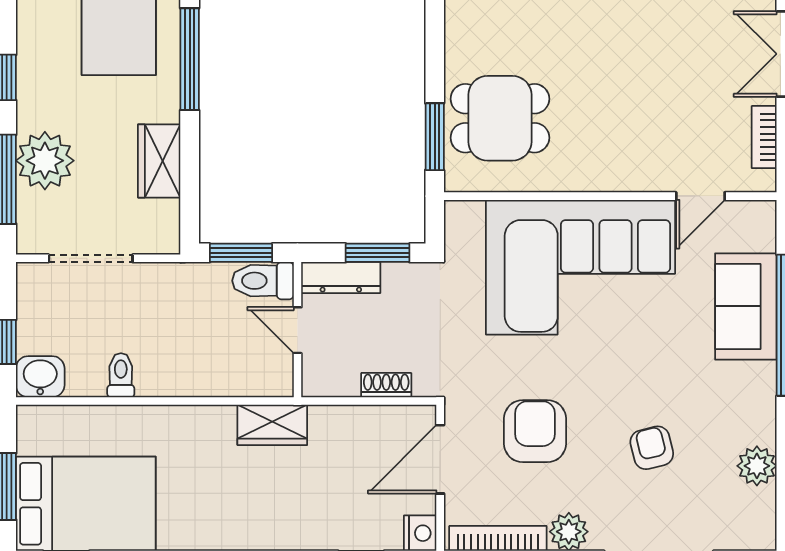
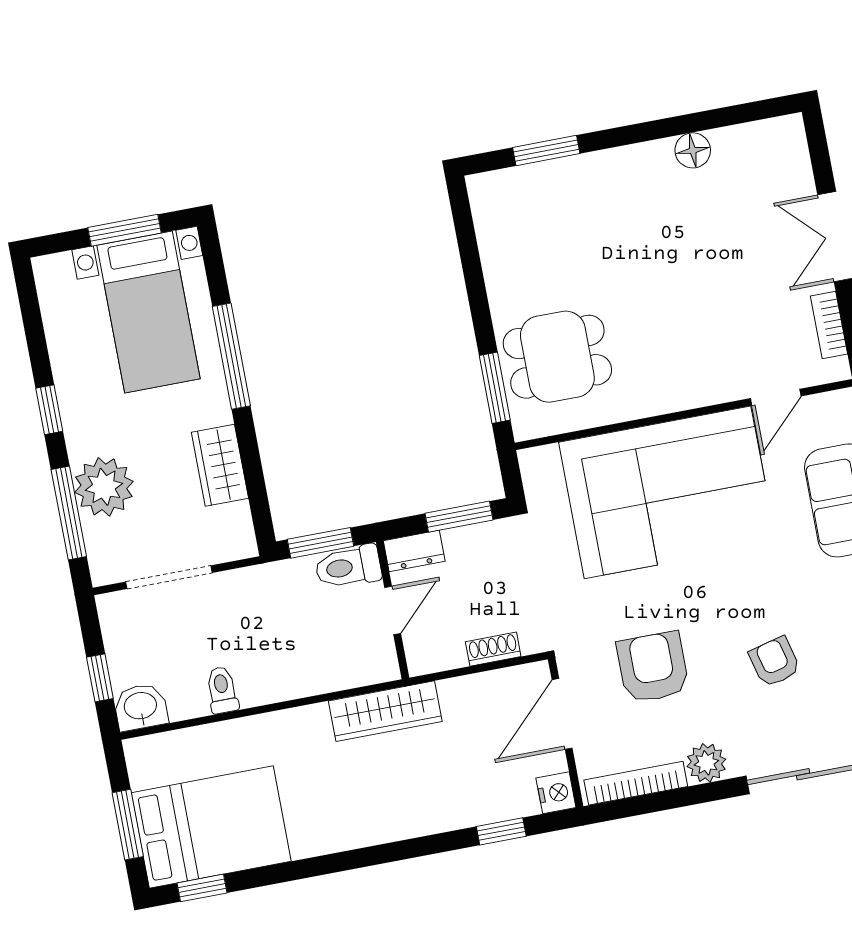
dresser: (341, 278) -> (414, 551), width x0.70
door: (298, 330) -> (393, 610), swing flipped
wardrobe: (272, 425) -> (385, 711), width x1.50

